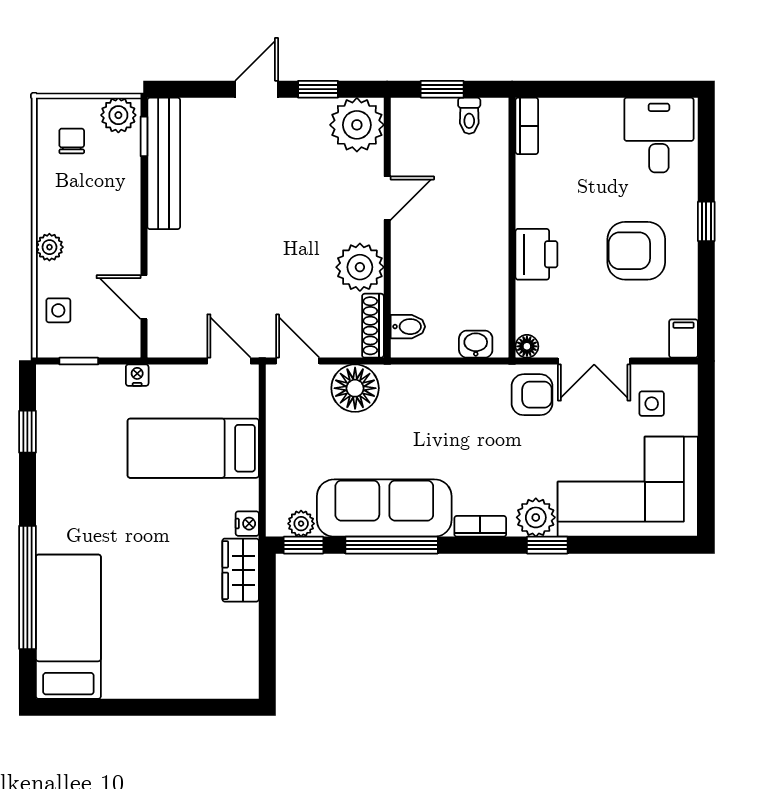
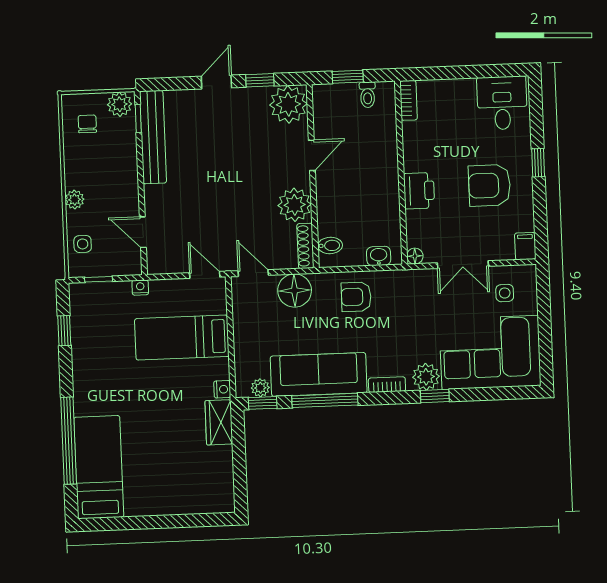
armchair: (532, 395) -> (356, 297), moved, turned 180

